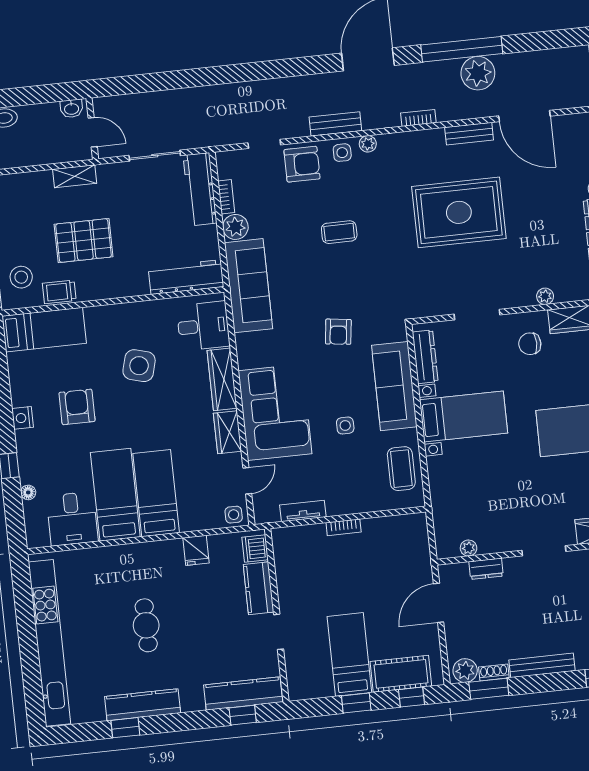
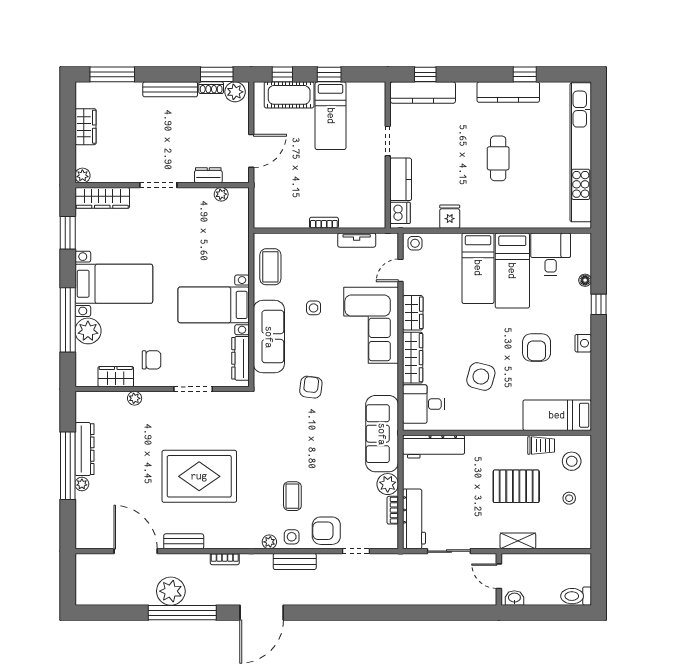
coffee table: (339, 232) -> (292, 496), moved, turned 90
stool: (19, 233) -> (569, 498), added

